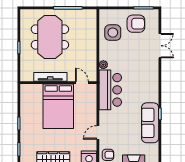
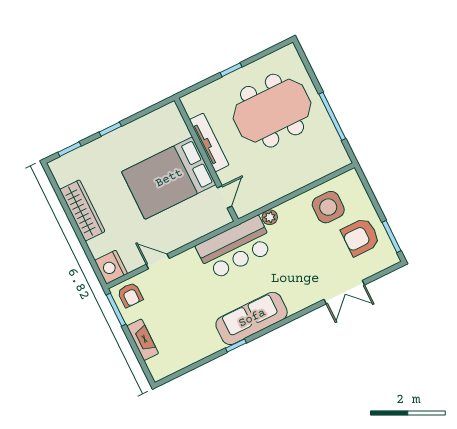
armchair: (136, 24) -> (360, 237), turned 90
sofa: (150, 123) -> (252, 318), moved

